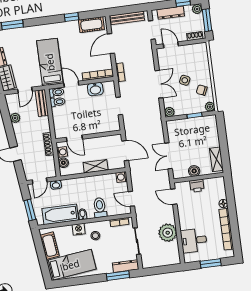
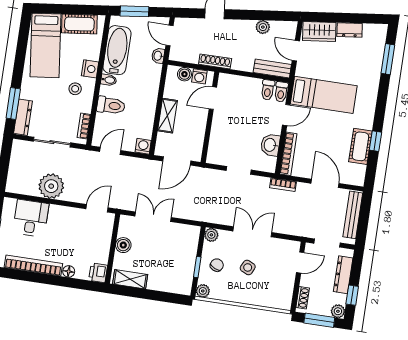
cot: (91, 25) -> (360, 146), moved
double door: (159, 84) -> (252, 232), swing flipped
chair: (202, 90) -> (217, 265), moved
printer: (197, 186) -> (98, 273), moved

